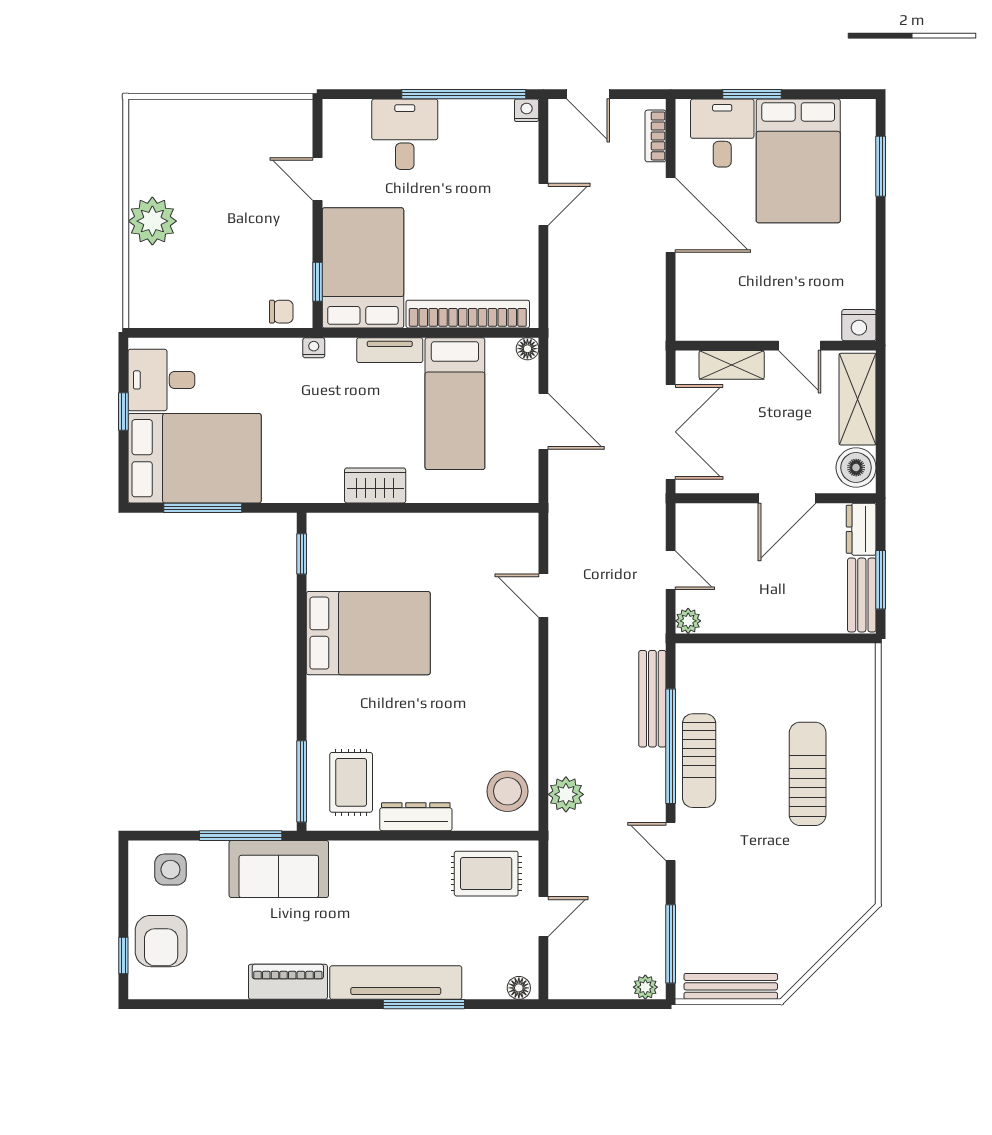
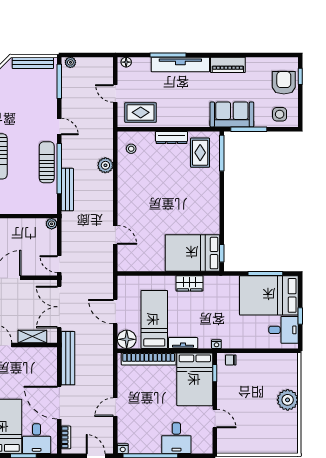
bench: (651, 316) -> (68, 358), added
floor lamp: (527, 349) -> (127, 339), width x1.89, depth x1.89
door: (671, 570) -> (59, 264), moved
bed: (368, 633) -> (192, 253), moved
stool: (507, 791) -> (131, 149), width x0.53, depth x0.53
plant: (566, 794) -> (105, 165), moved
door: (543, 917) -> (115, 93), hinge flipped

